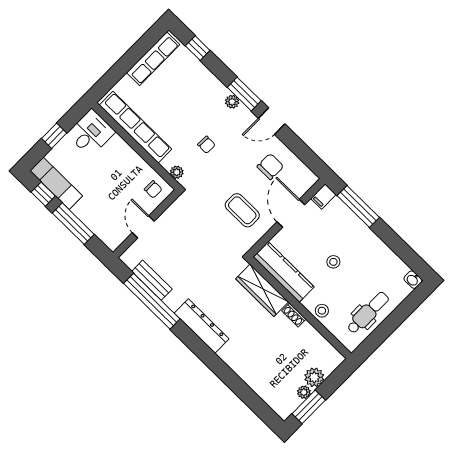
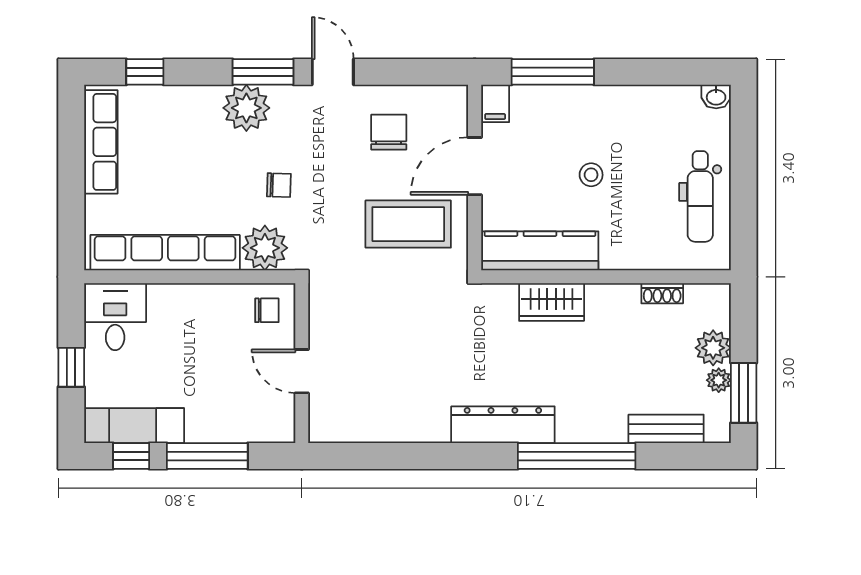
plant: (232, 102) -> (246, 108), width x1.88, depth x1.88
door: (272, 121) -> (333, 72), swing flipped
plant: (177, 172) -> (265, 248), width x1.87, depth x1.87
coffee table: (242, 210) -> (408, 224), width x1.36, depth x1.32
door: (291, 213) -> (475, 166), hinge flipped
bench: (152, 280) -> (666, 429), moved
wardrobe: (262, 290) -> (552, 302), width x0.67
window: (152, 301) -> (577, 456), moved
stool: (322, 311) -> (638, 252), removed
dental chair: (368, 313) -> (700, 196), turned 180
shoe rack: (294, 315) -> (662, 293), moved

